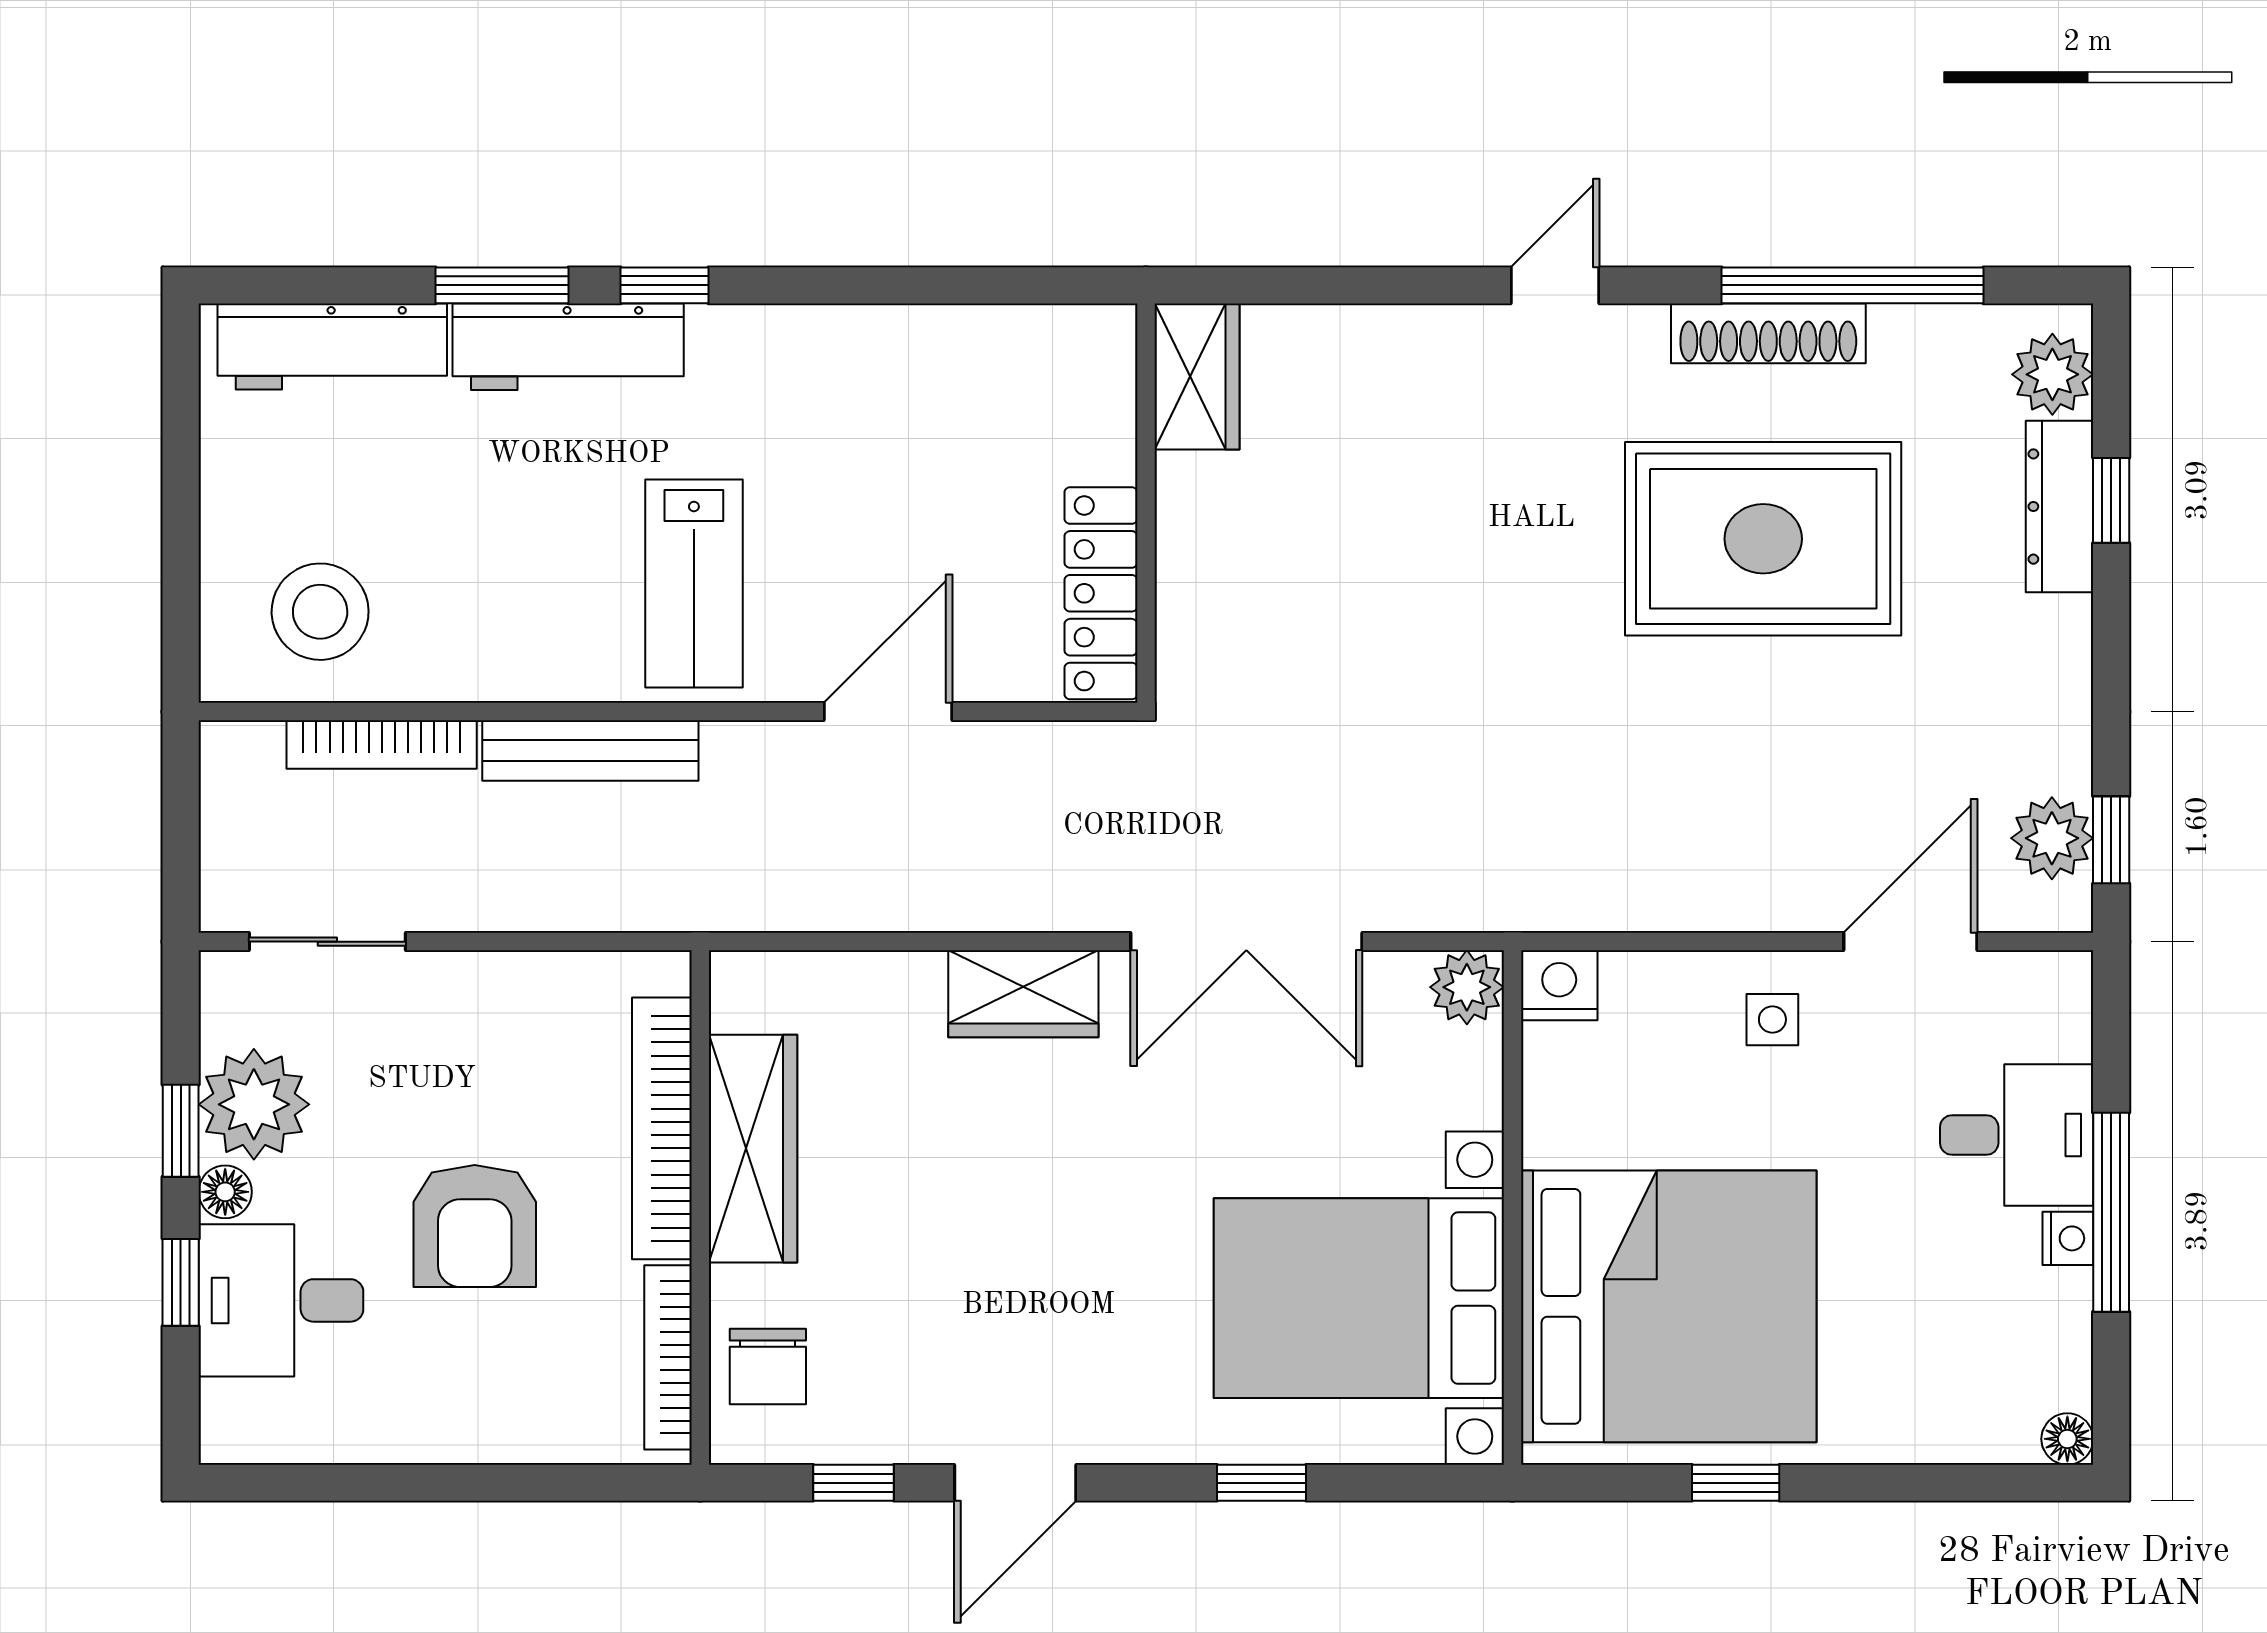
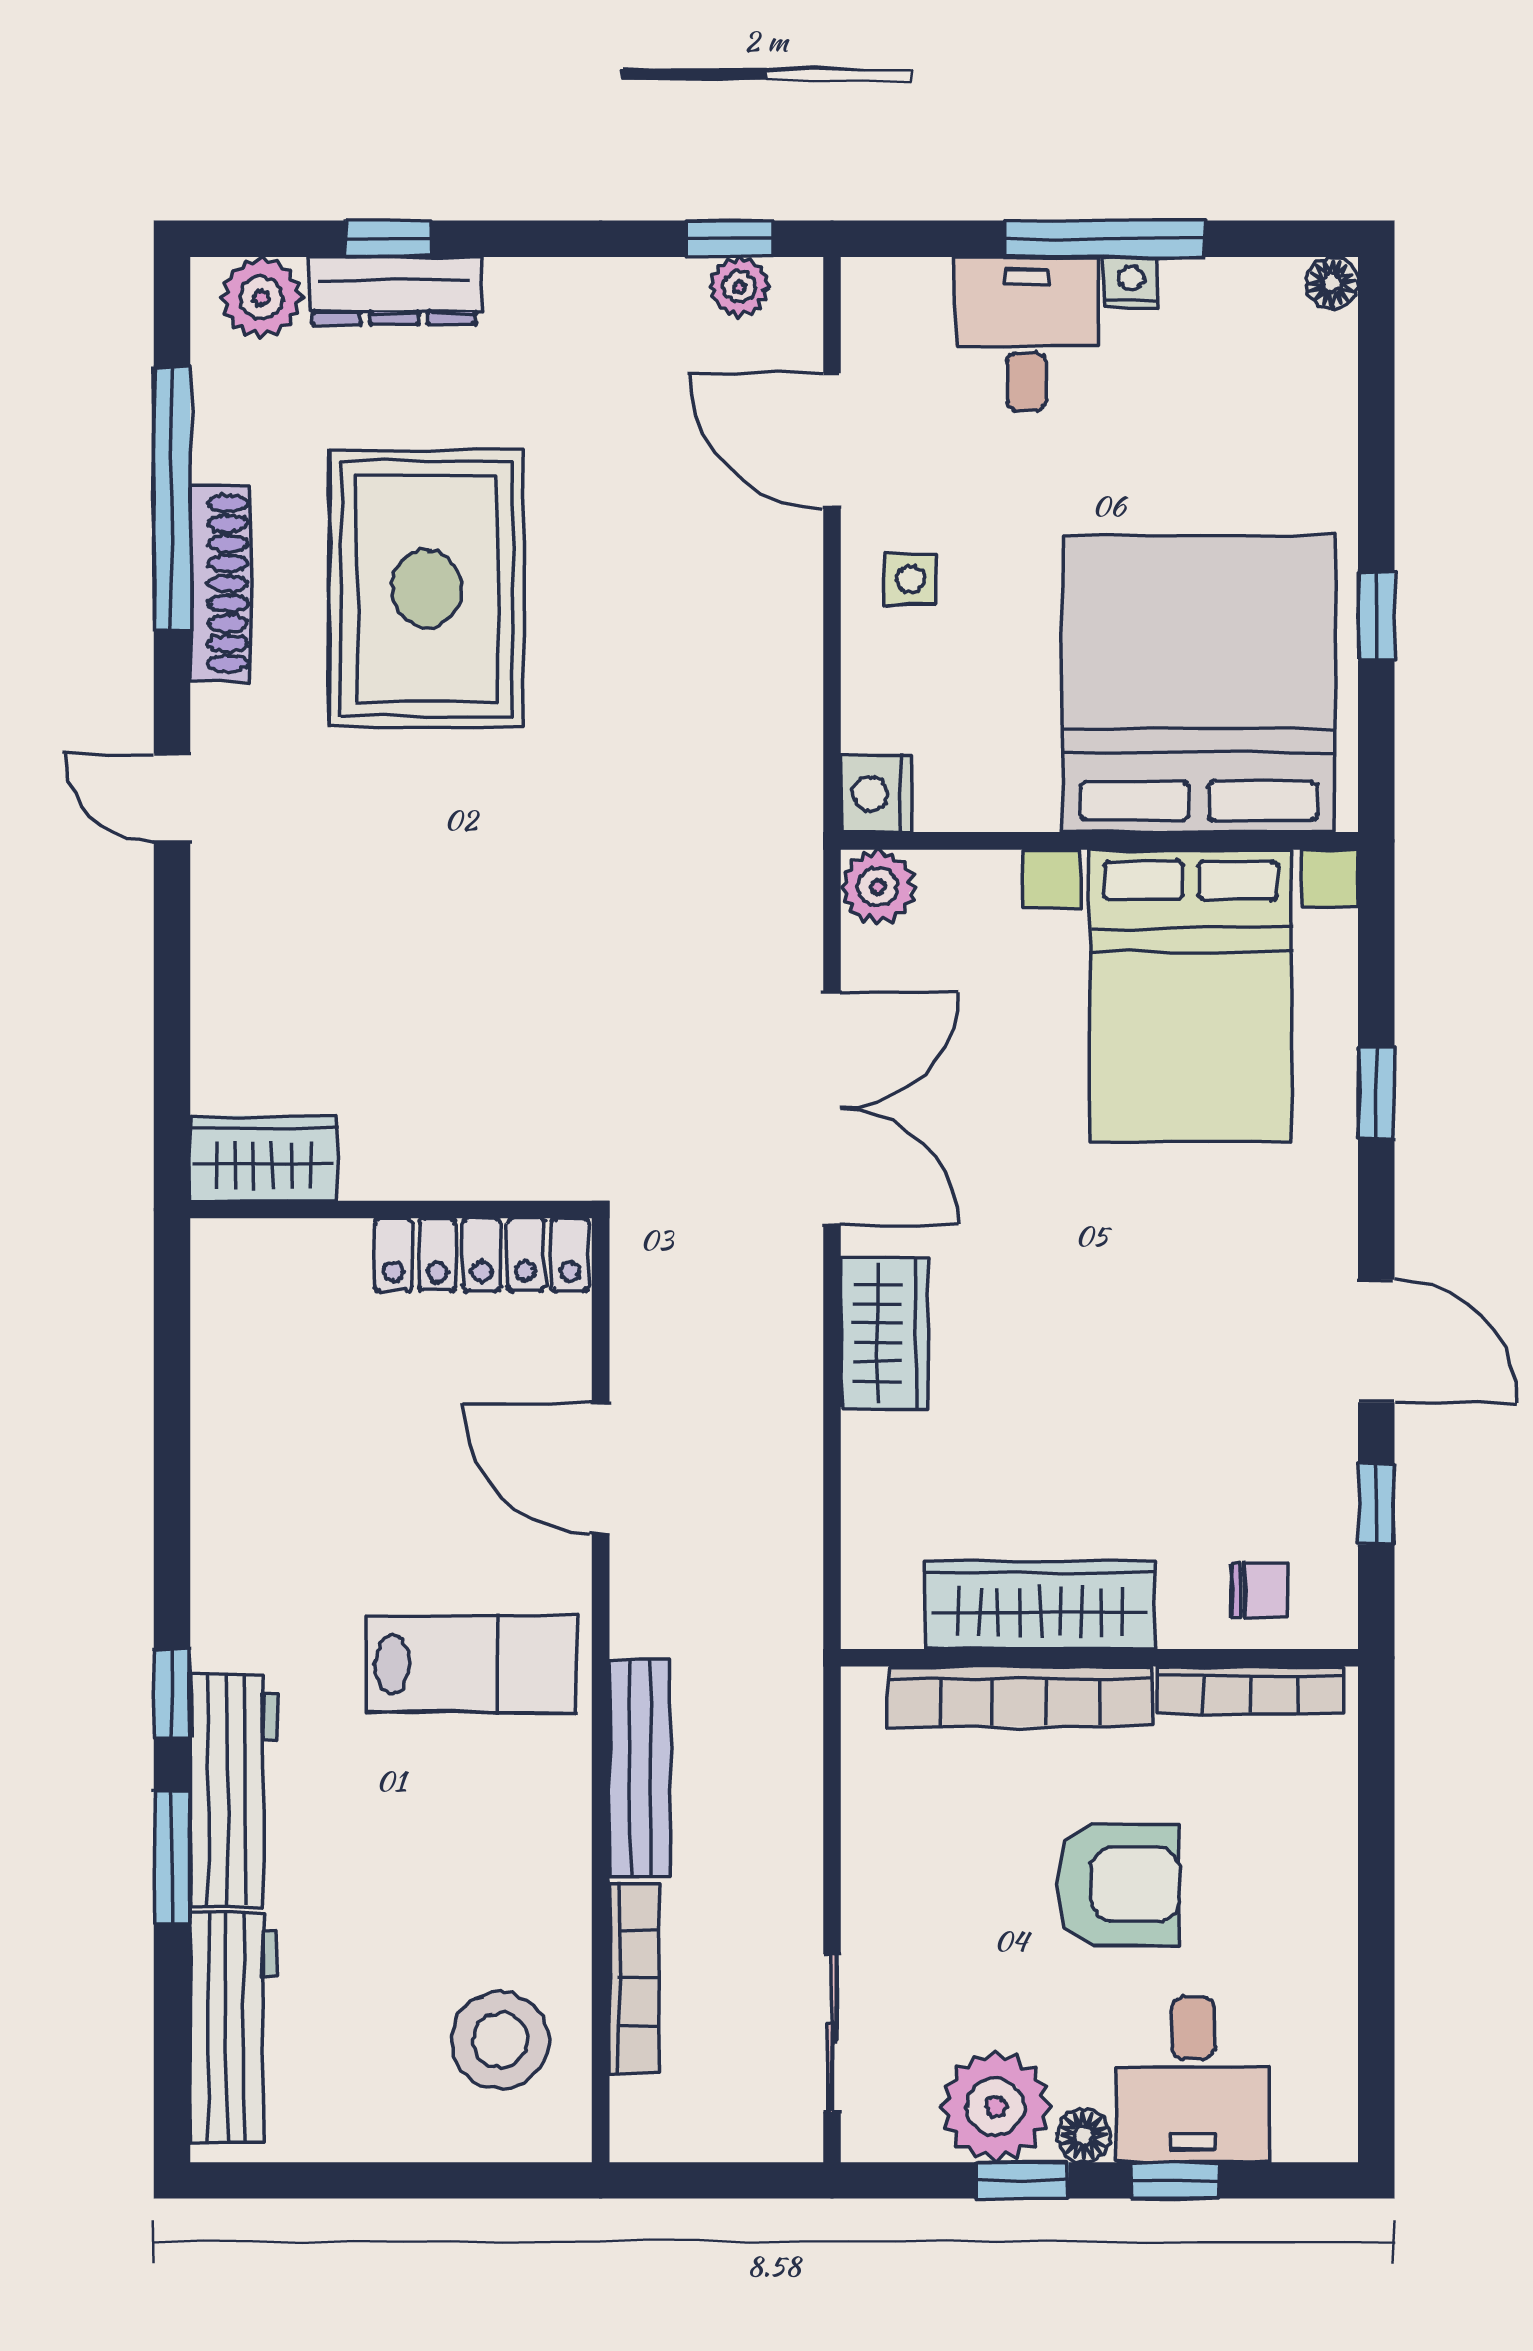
plant: (2052, 838) -> (739, 287), width x0.73, depth x0.73
chair: (768, 1366) -> (1259, 1590), width x0.73, depth x0.73

